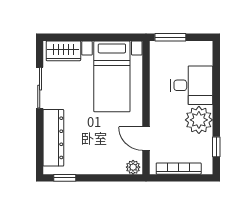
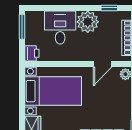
window: (170, 37) -> (22, 27), moved
printer: (159, 50) -> (32, 53), added

